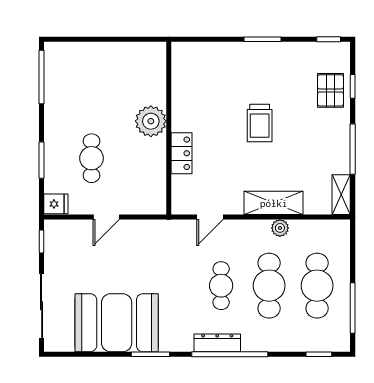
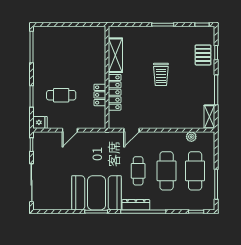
plant: (151, 121) -> (96, 73), removed
locker: (182, 153) -> (115, 92), width x1.53
cafe table: (92, 158) -> (61, 95), turned 90
locker: (157, 158) -> (100, 95), added
shelving: (274, 203) -> (115, 55), moved, turned 90
plant: (280, 228) -> (191, 137), moved
booth: (117, 323) -> (96, 193), moved

